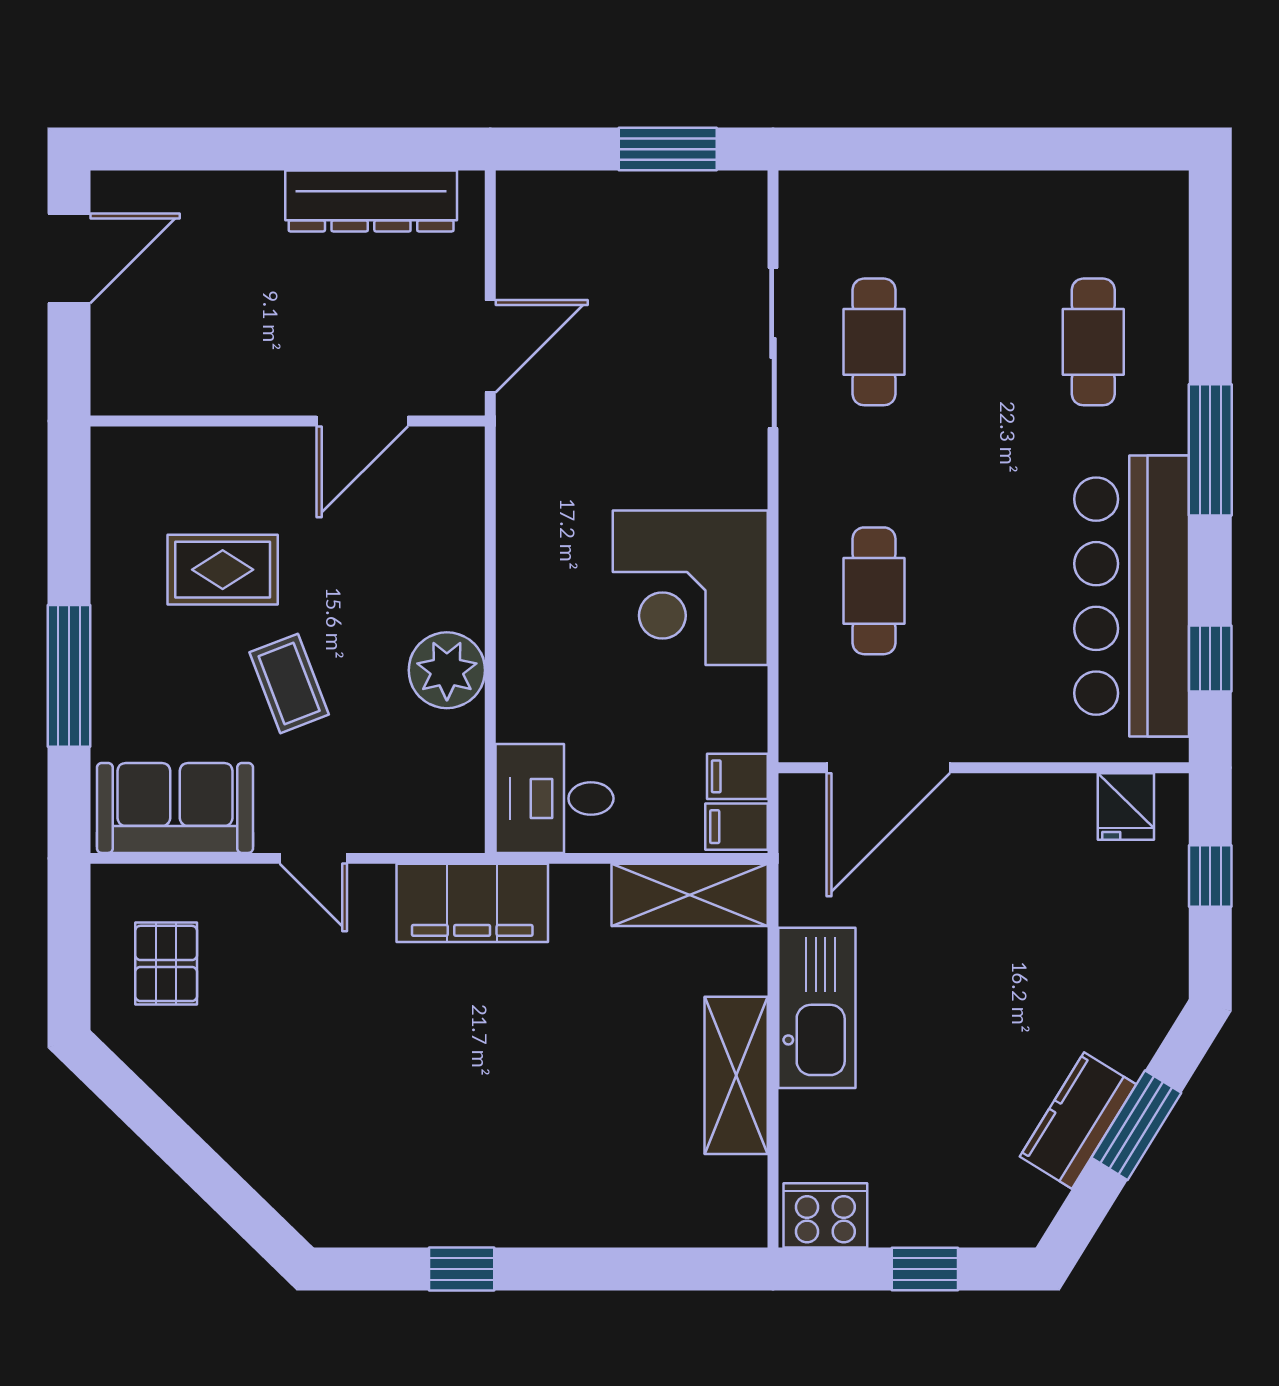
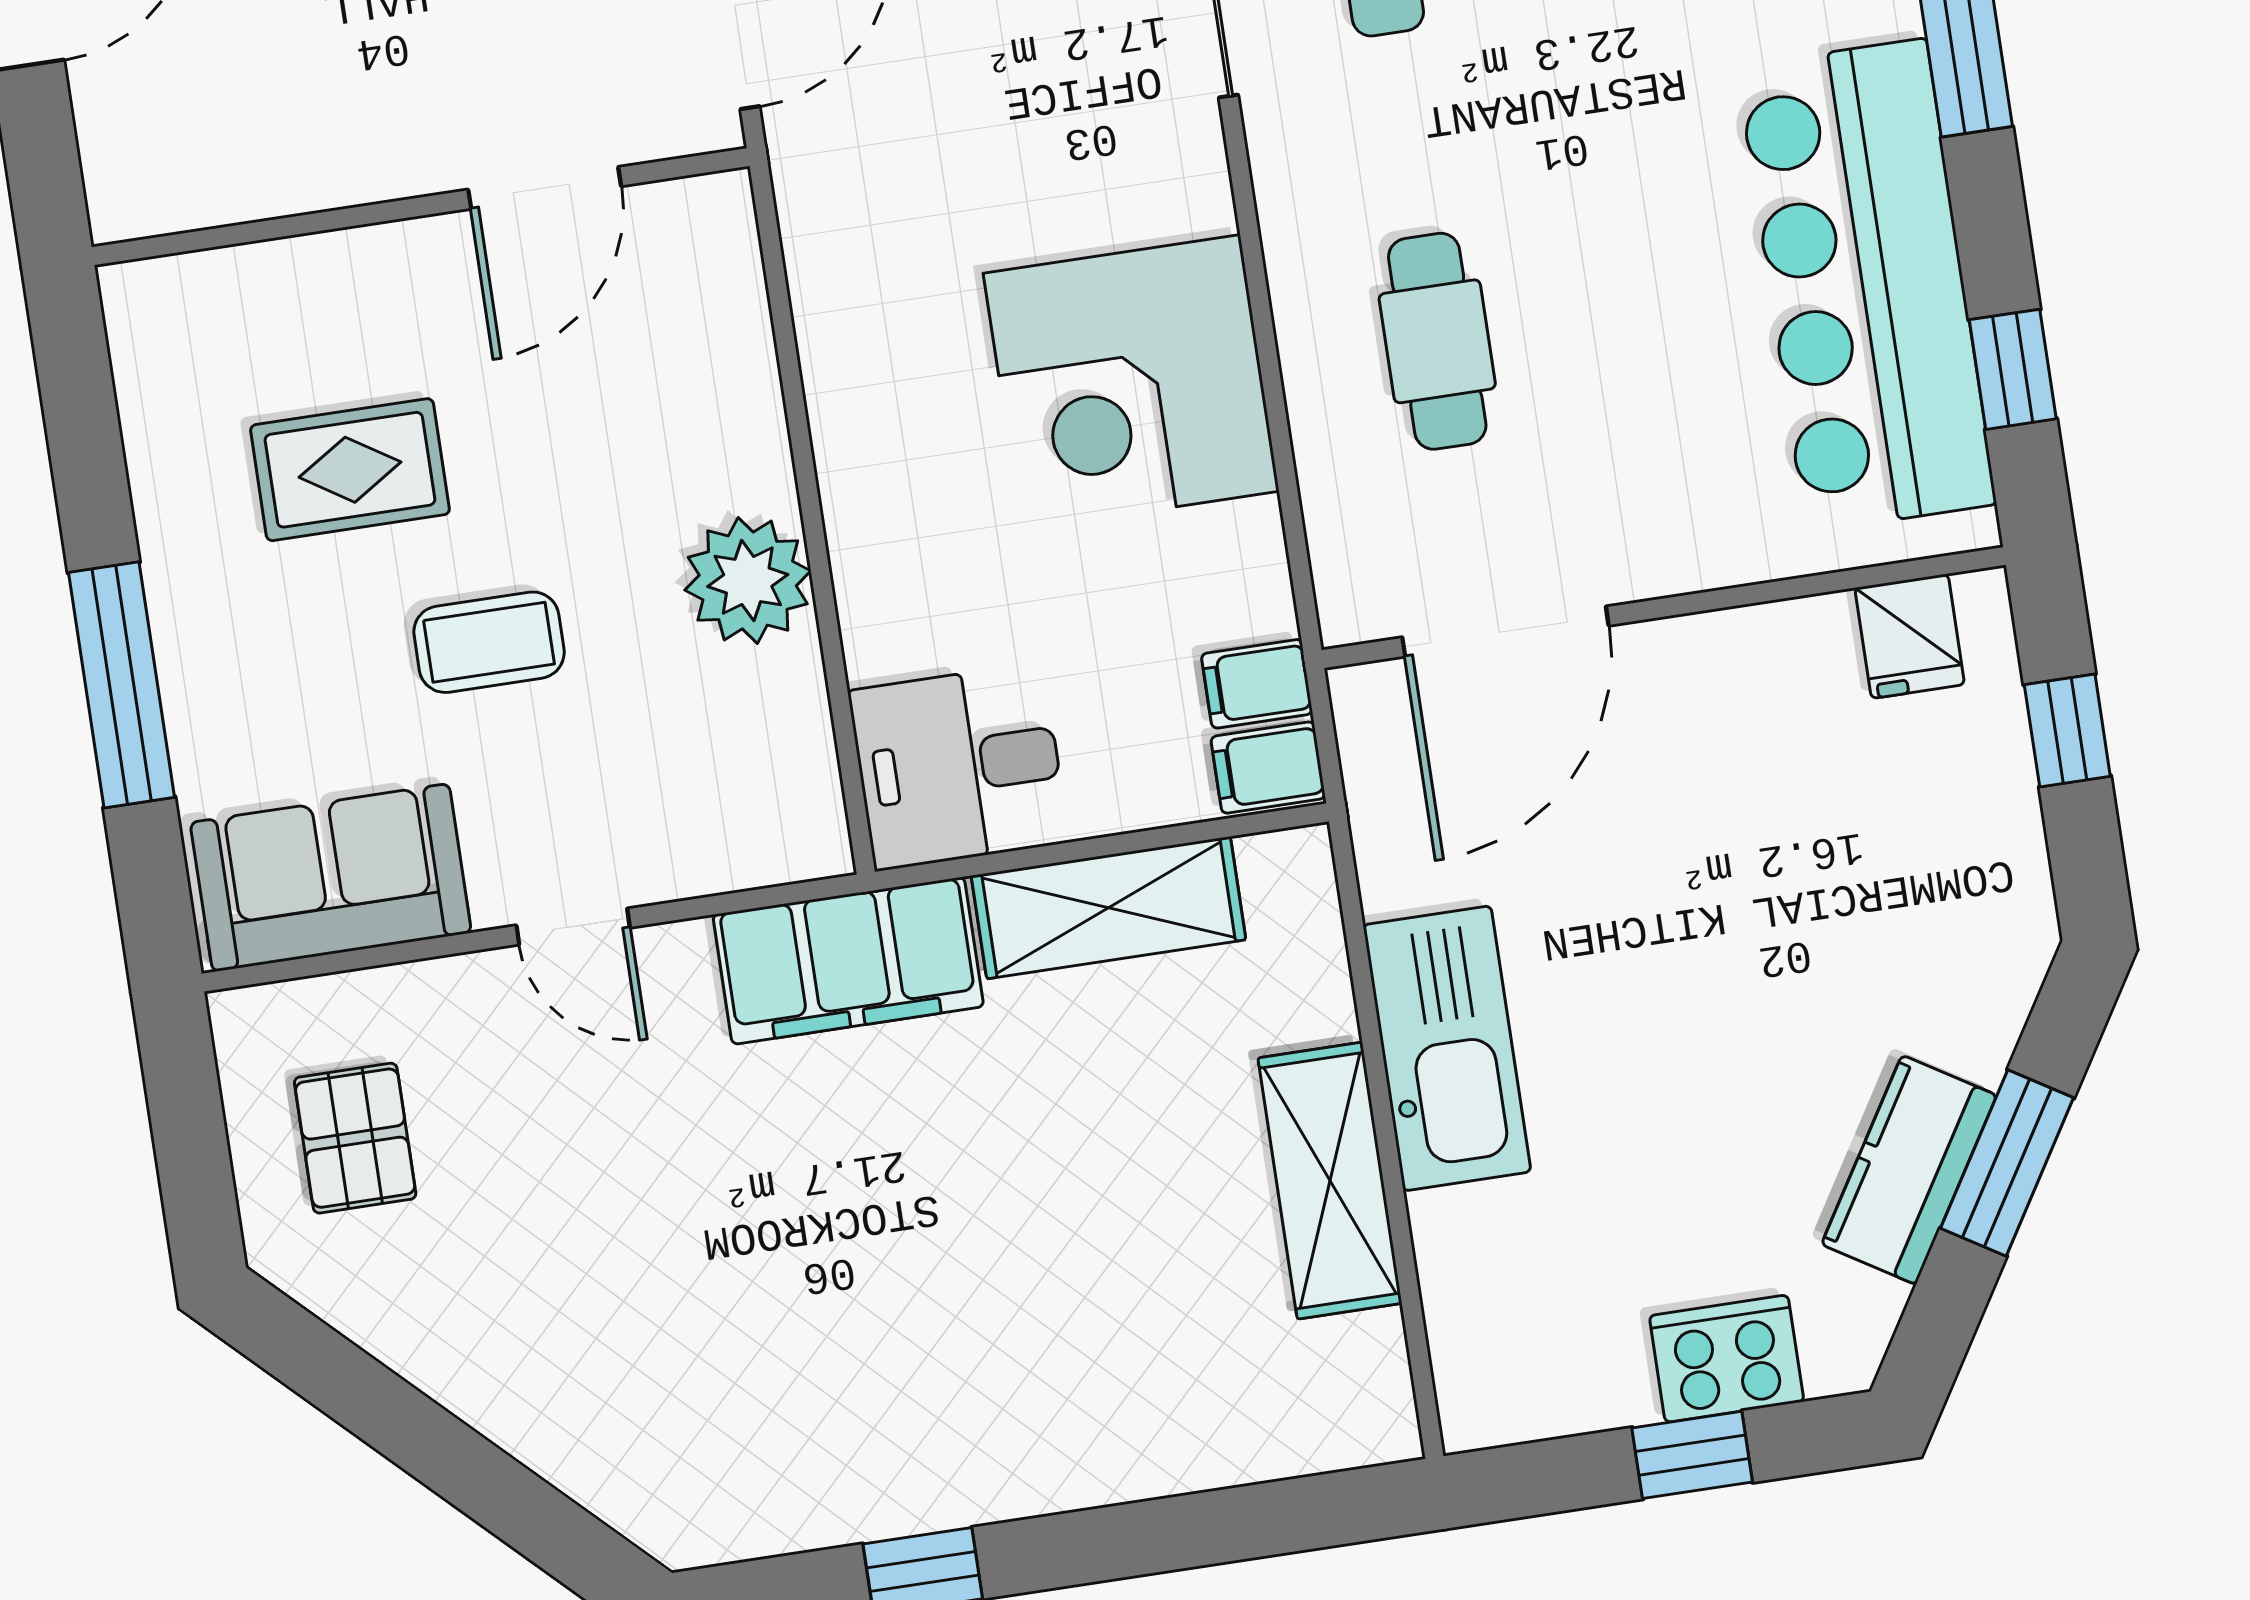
coffee table: (289, 683) -> (489, 642), turned -69
shelving: (690, 895) -> (1109, 908), moved
cooker: (825, 1215) -> (1727, 1359), moved

